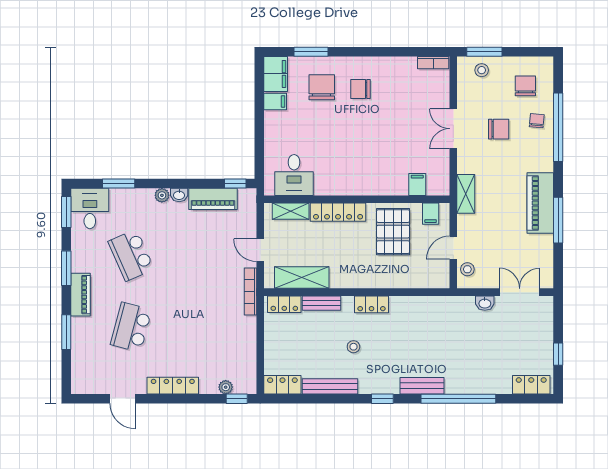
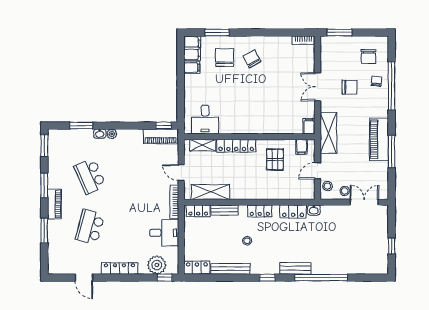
stool: (482, 70) -> (345, 191), moved
chair: (525, 86) -> (368, 57), turned 180
chair: (360, 89) -> (252, 59), turned 61
filing cabinet: (417, 184) -> (309, 126), moved
shelving: (466, 194) -> (328, 133), width x1.50, depth x1.33
washbasin: (179, 195) -> (100, 134), moved
piano: (213, 199) -> (160, 136), moved
desk: (90, 208) -> (164, 233), moved, turned 90
pallet: (393, 232) -> (275, 159), width x0.67, depth x0.71
washbasin: (485, 303) -> (314, 210), moved
locker: (531, 385) -> (293, 211), moved, turned 180
plant: (226, 387) -> (157, 265), width x1.88, depth x1.88

